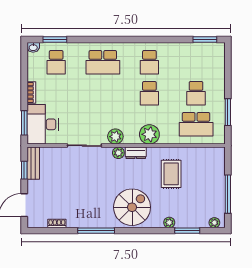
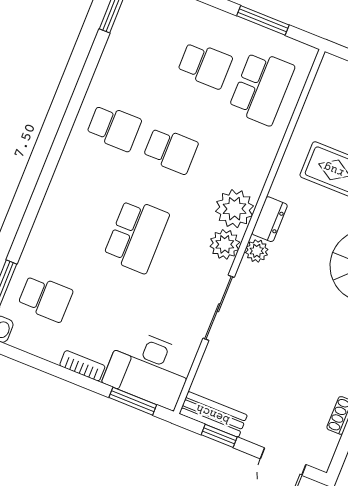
school desk: (103, 62) -> (136, 236), moved
plant: (149, 134) -> (235, 209), moved

